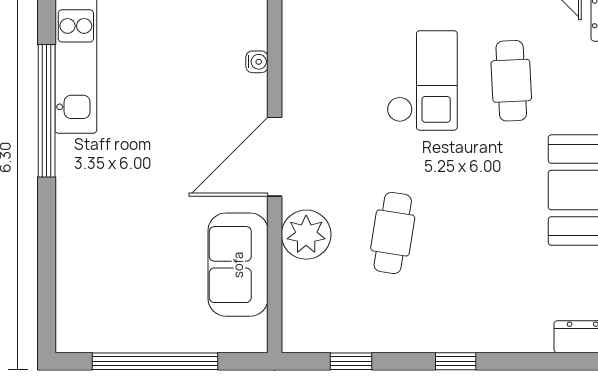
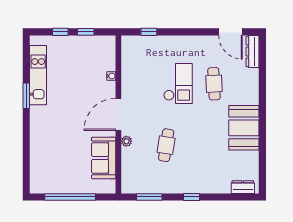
window: (47, 111) -> (26, 96), width x0.47
plant: (306, 235) -> (126, 141), width x0.53, depth x0.53
window: (351, 361) -> (149, 197), width x1.50

